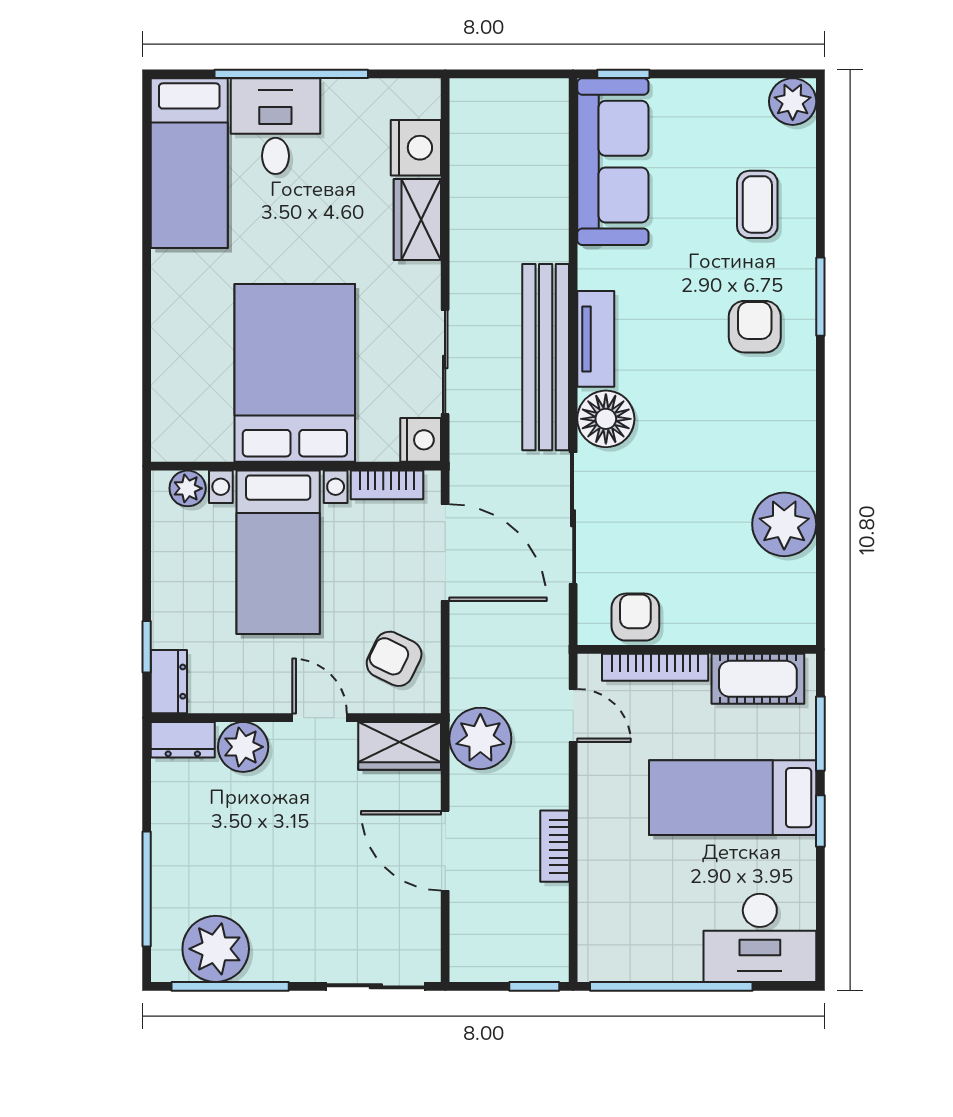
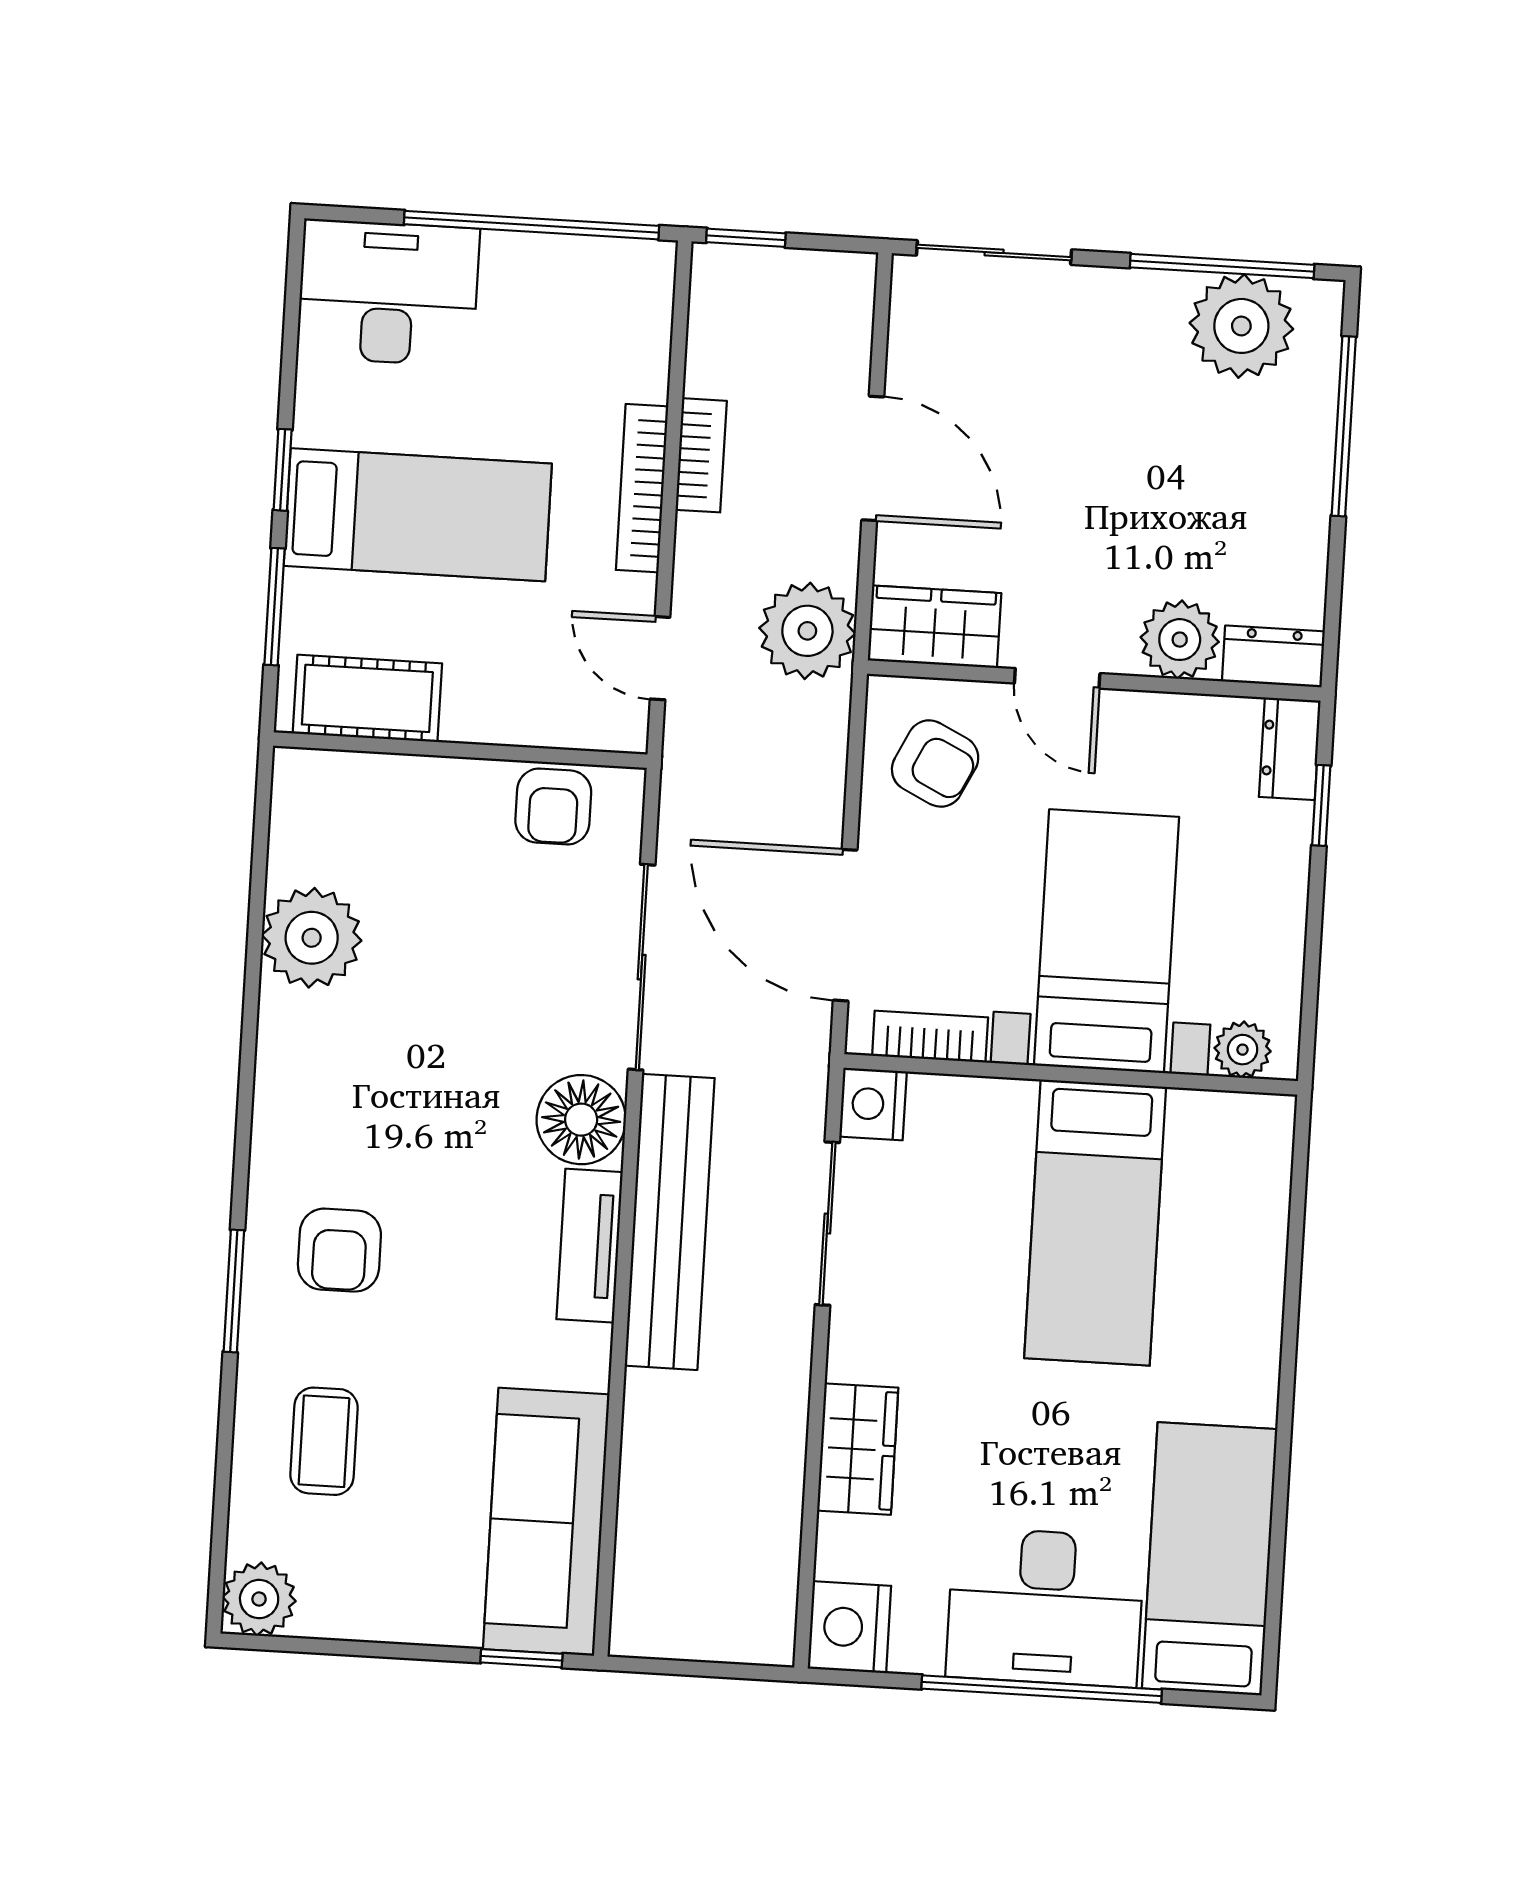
desk: (275, 126) -> (1045, 1607), width x1.37
nightstand: (416, 148) -> (849, 1627), moved
bed: (295, 373) -> (1095, 1222), width x0.67
bookcase: (655, 667) -> (642, 488), moved, turned -90

